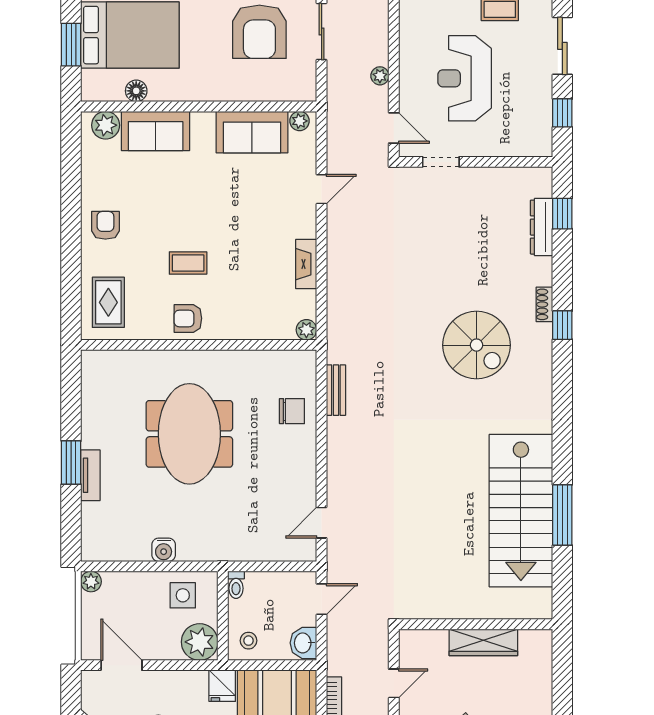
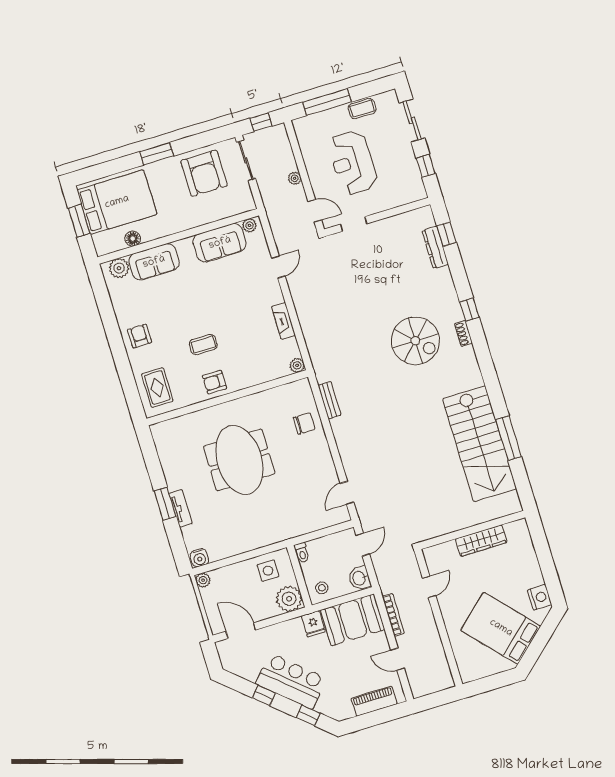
shoe rack: (544, 304) -> (463, 333), moved
water cooler: (164, 550) -> (199, 558), moved

